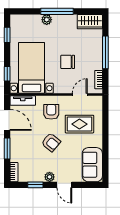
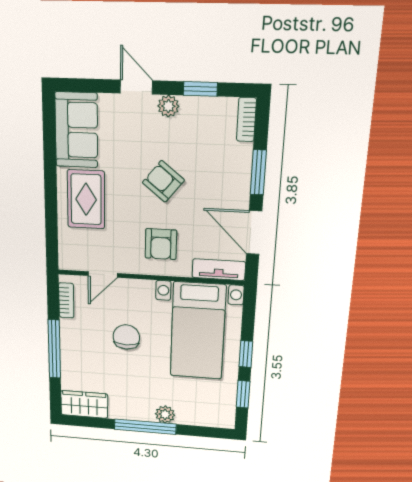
chair: (68, 62) -> (126, 337), turned -90
window: (7, 74) -> (246, 354), moved
rug: (79, 124) -> (86, 199), moved, turned 90

